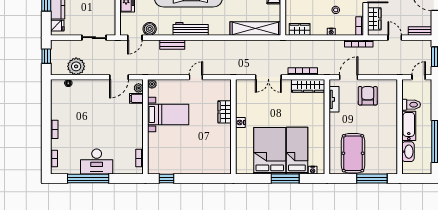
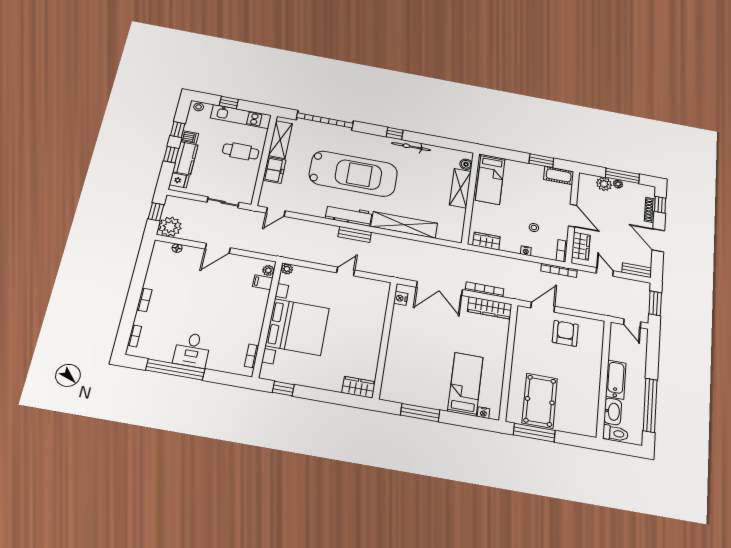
boiler: (150, 29) -> (297, 206), removed
shelving: (255, 29) -> (404, 225), moved
bench: (172, 45) -> (355, 234), moved
plant: (76, 66) -> (170, 227), moved
door: (119, 77) -> (218, 248), moved
double door: (268, 77) -> (439, 288), width x1.37
door: (419, 77) -> (632, 323), swing flipped
tv unit: (334, 99) -> (521, 330), removed
toilet: (411, 105) -> (615, 433), moved
wardrobe: (225, 112) -> (359, 387), moved, turned 90
bed with nightstands: (168, 114) -> (297, 327), width x1.85
nightstand: (240, 122) -> (401, 298), moved
bed: (270, 151) -> (429, 378), removed
desk: (97, 162) -> (192, 350), width x0.73
window: (285, 179) -> (420, 413), moved
window: (372, 179) -> (534, 433), moved

